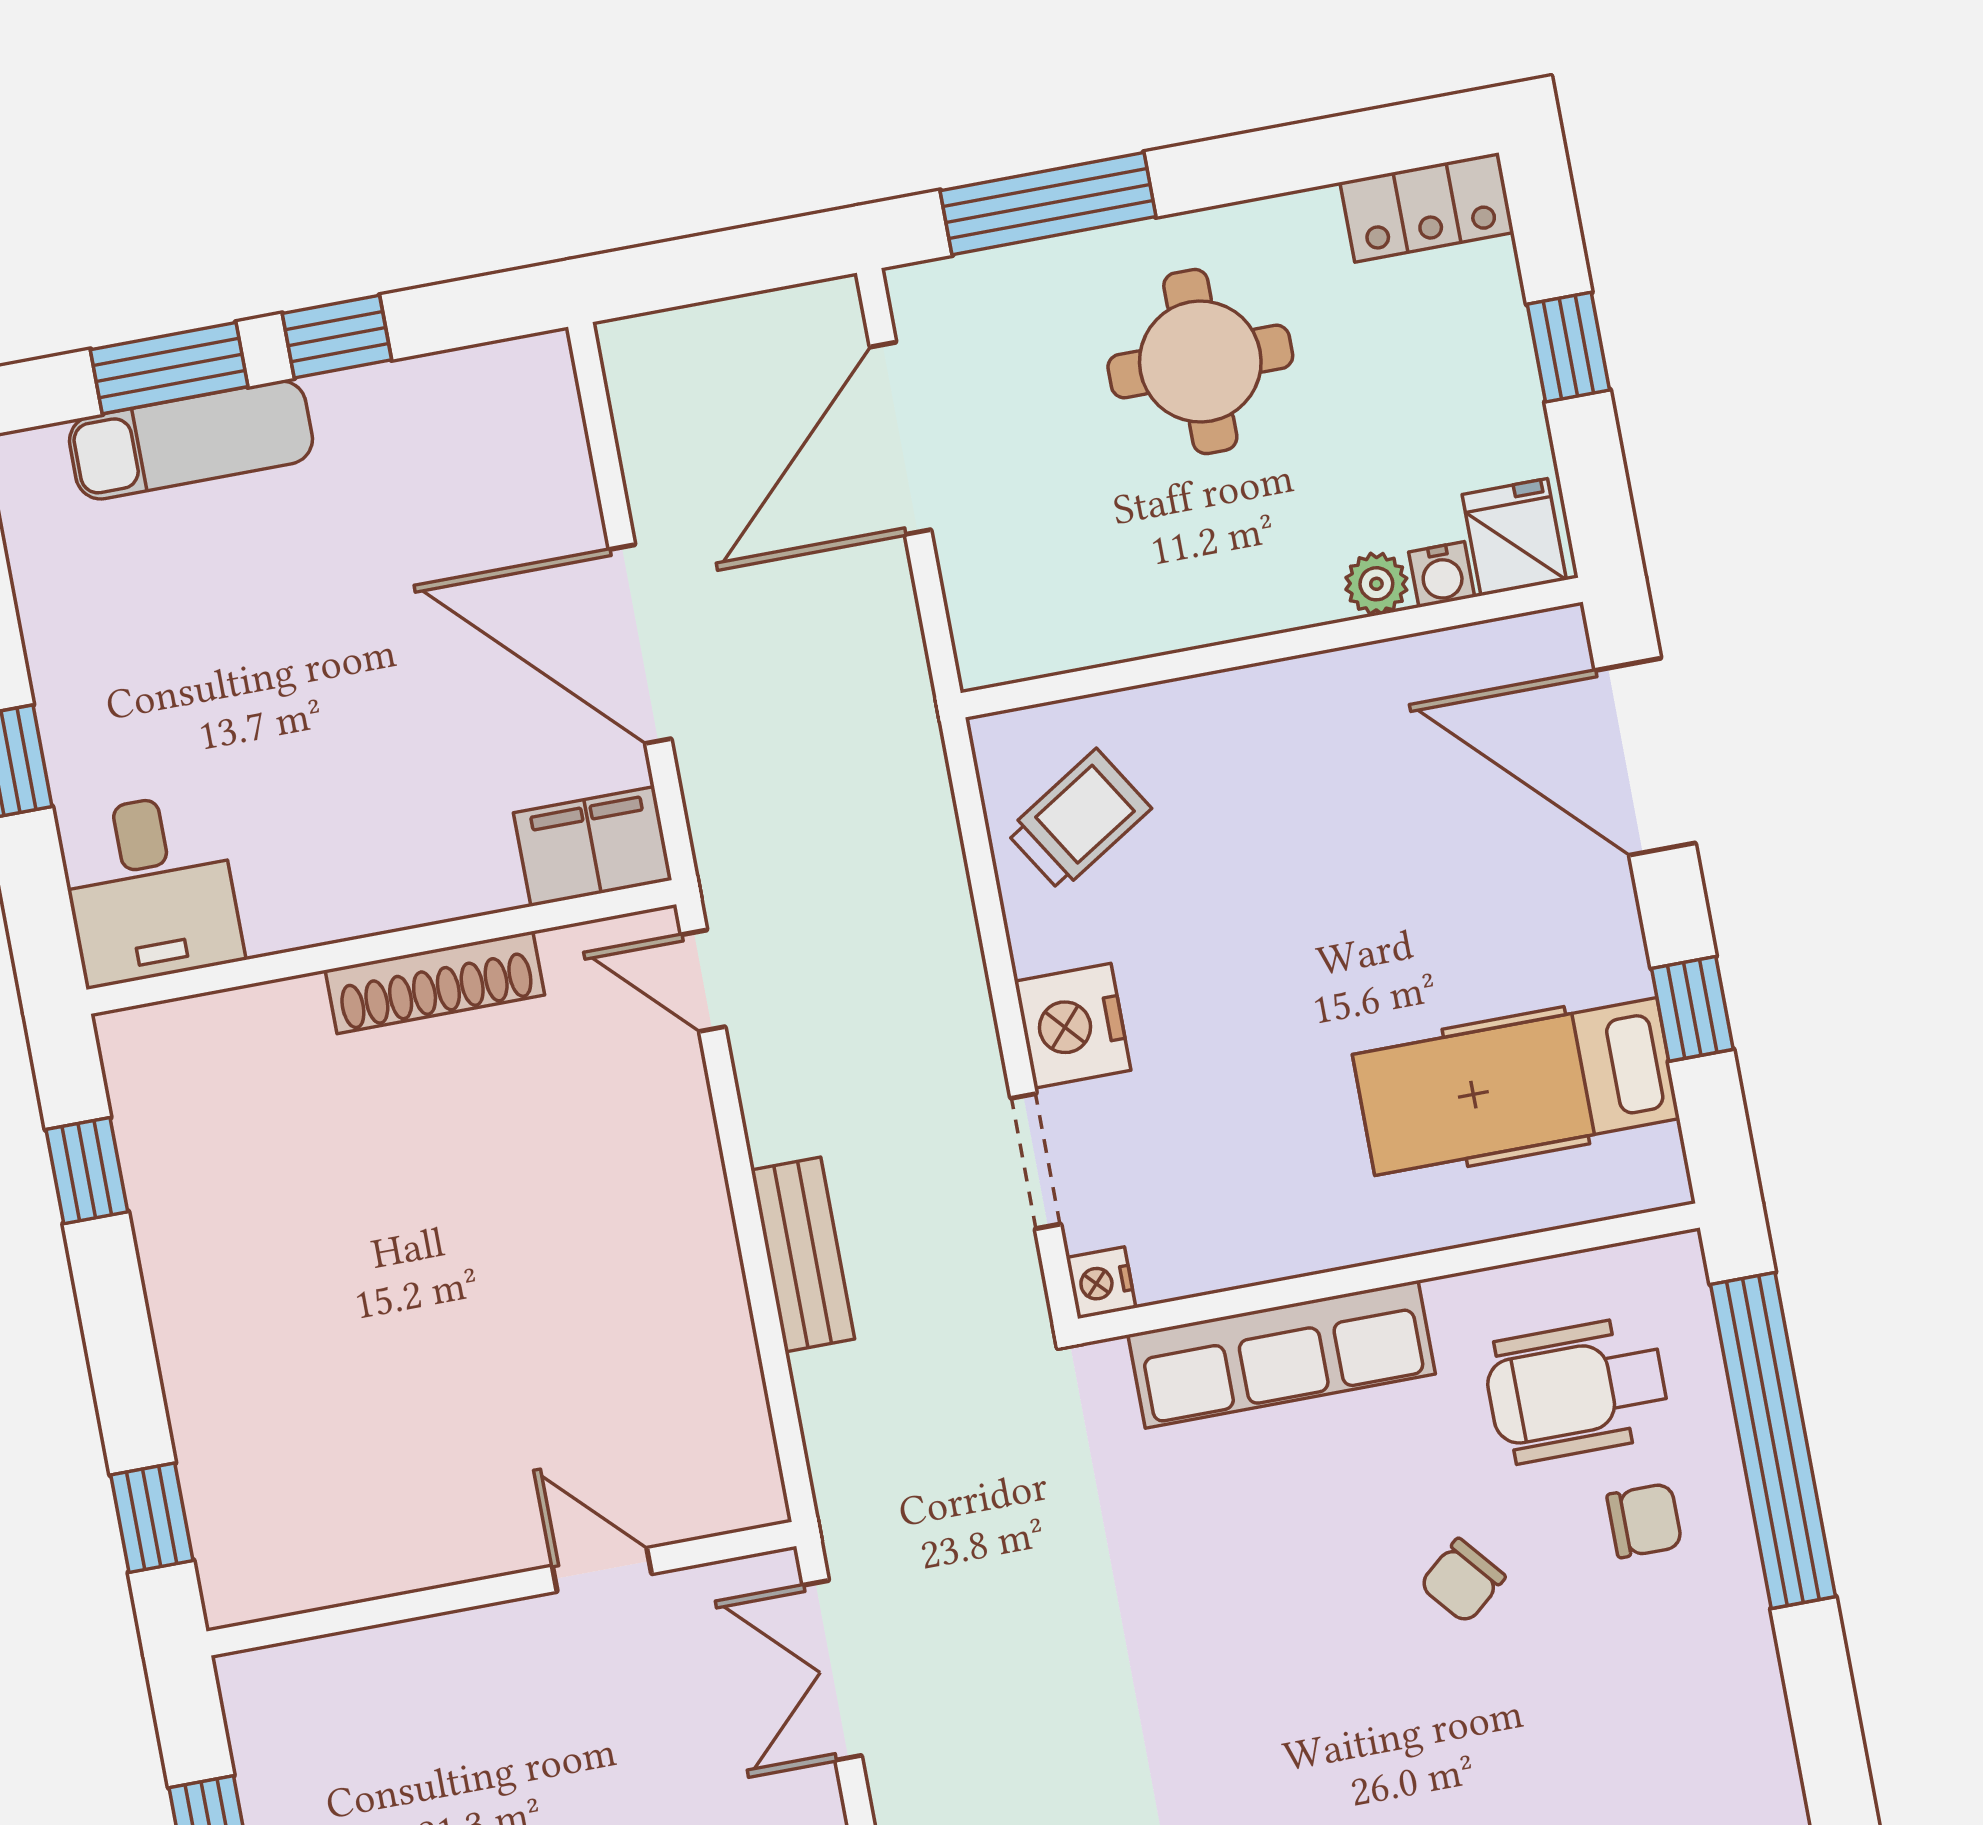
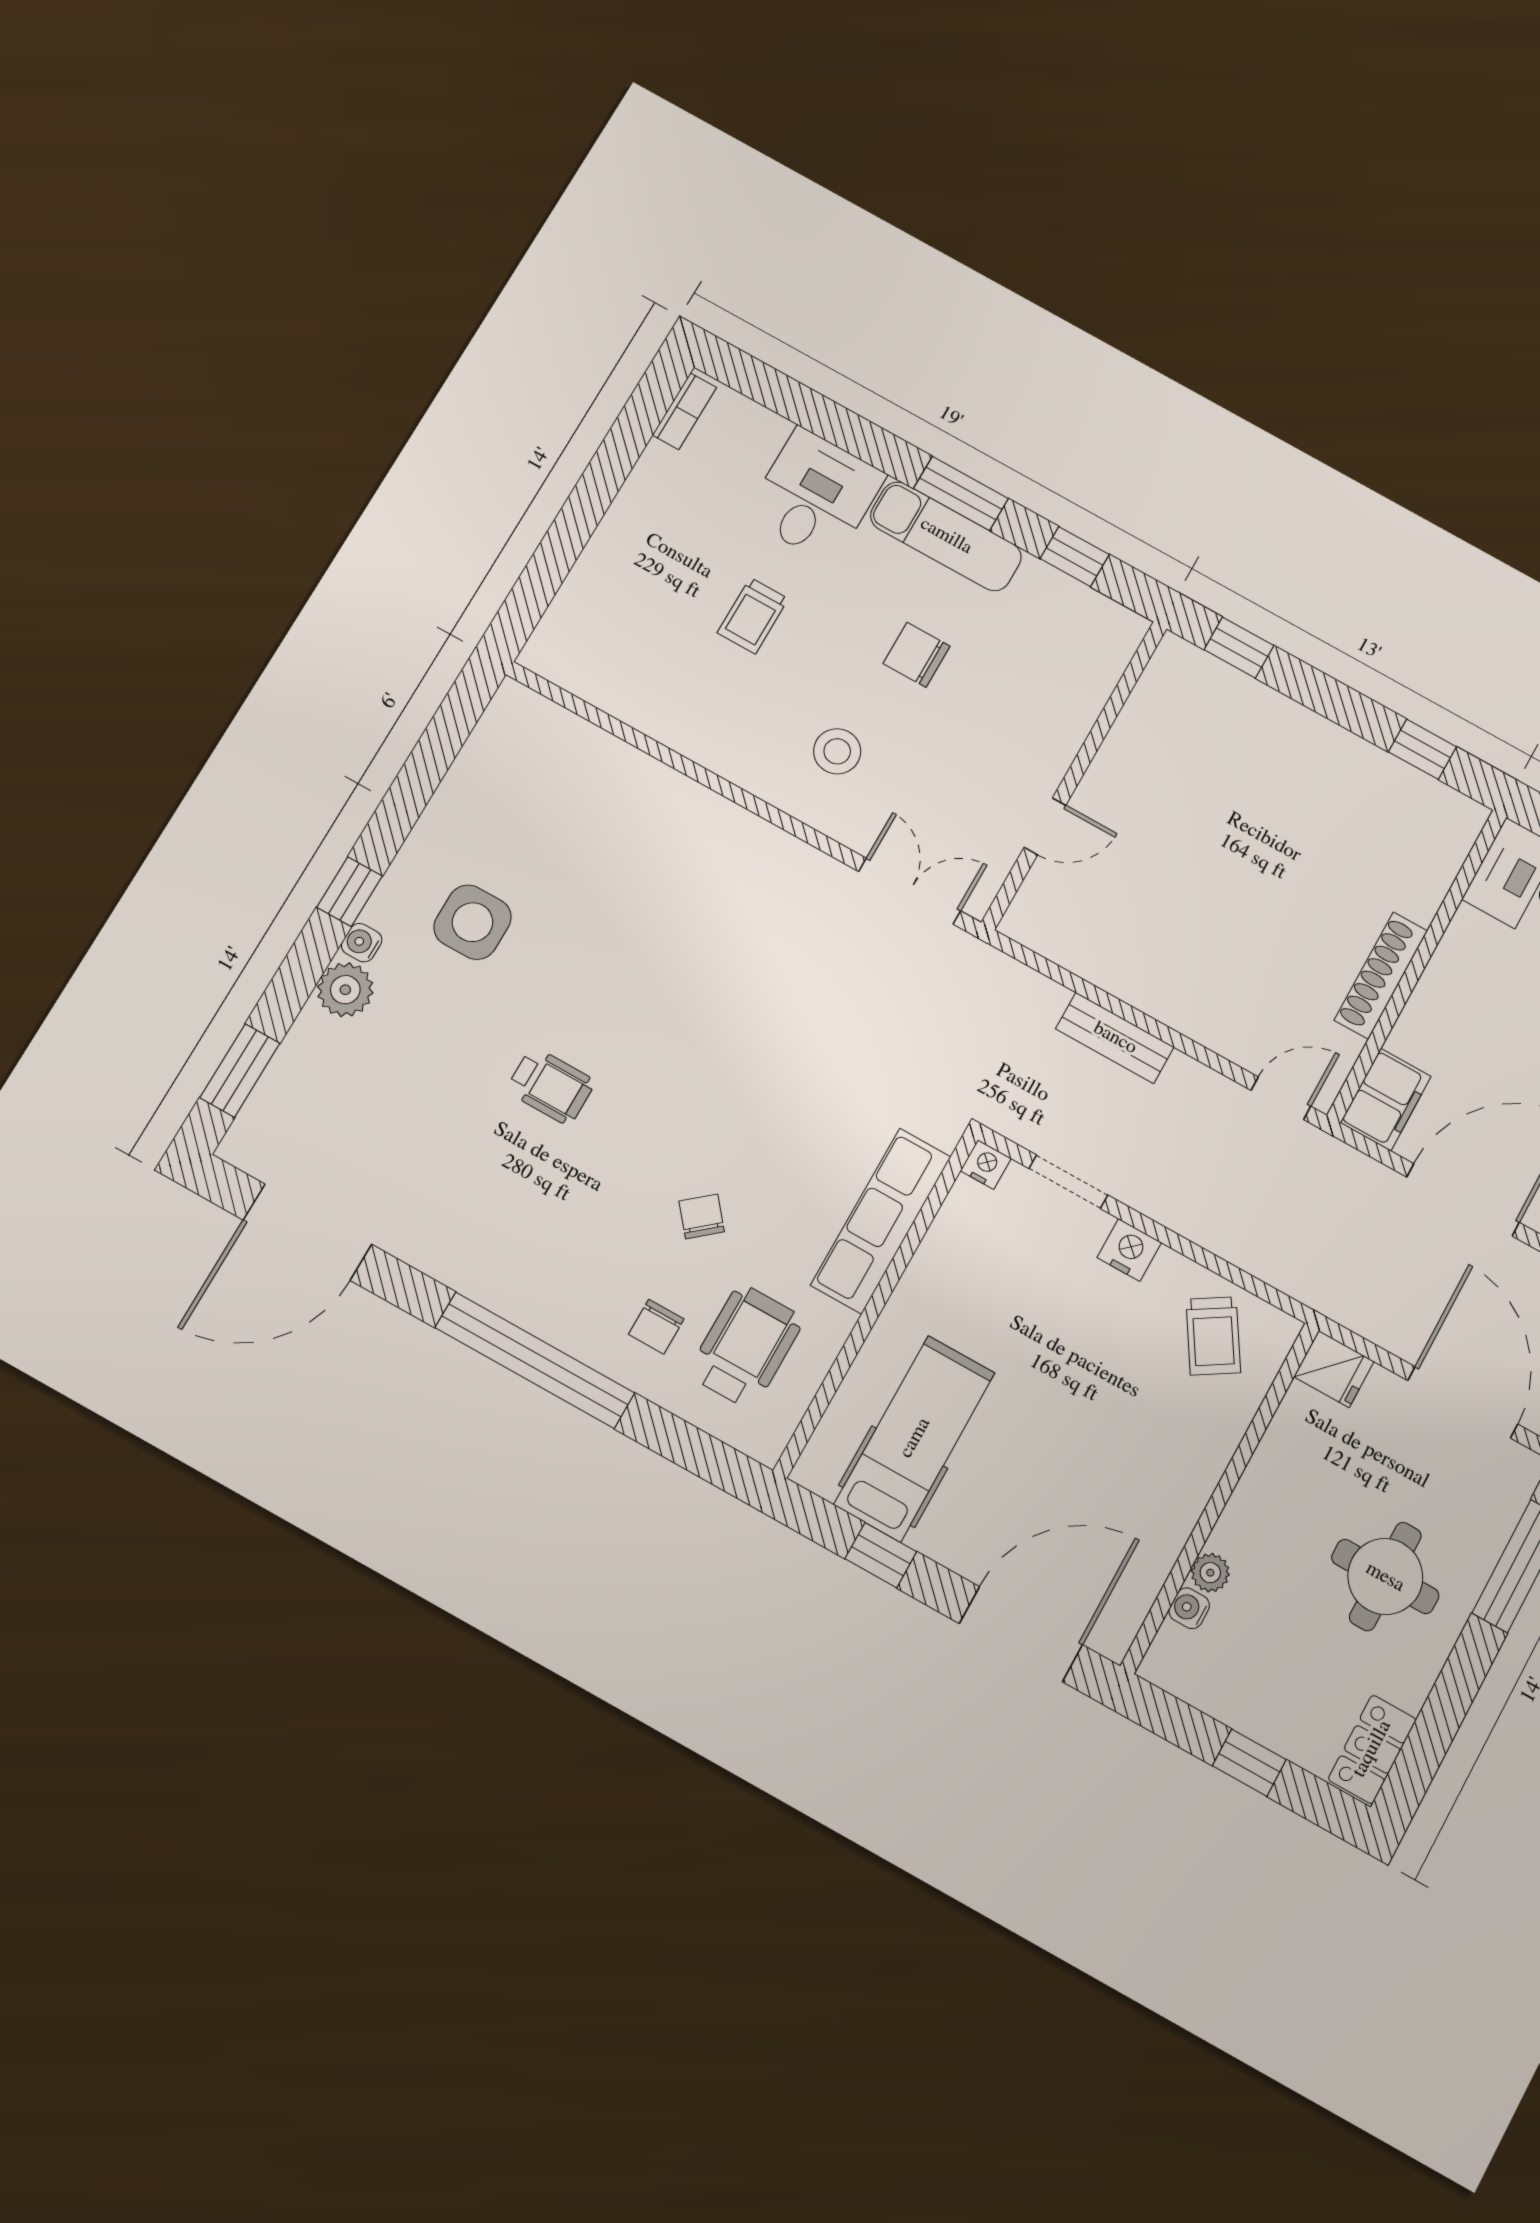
fridge: (1514, 537) -> (1334, 1369), moved
nightstand: (1073, 1026) -> (1129, 1250), width x0.74, depth x0.75
window: (1773, 1440) -> (535, 1360), moved

